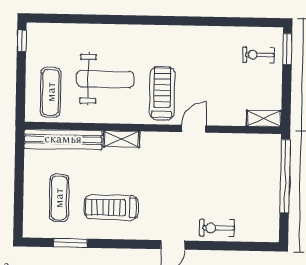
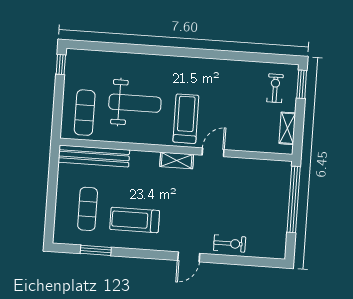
exercise bike: (258, 55) -> (275, 88), turned 90
shelving: (264, 119) -> (287, 128), moved, turned 90
shelving: (121, 139) -> (177, 160), moved
exercise bike: (217, 228) -> (230, 244), turned 180

